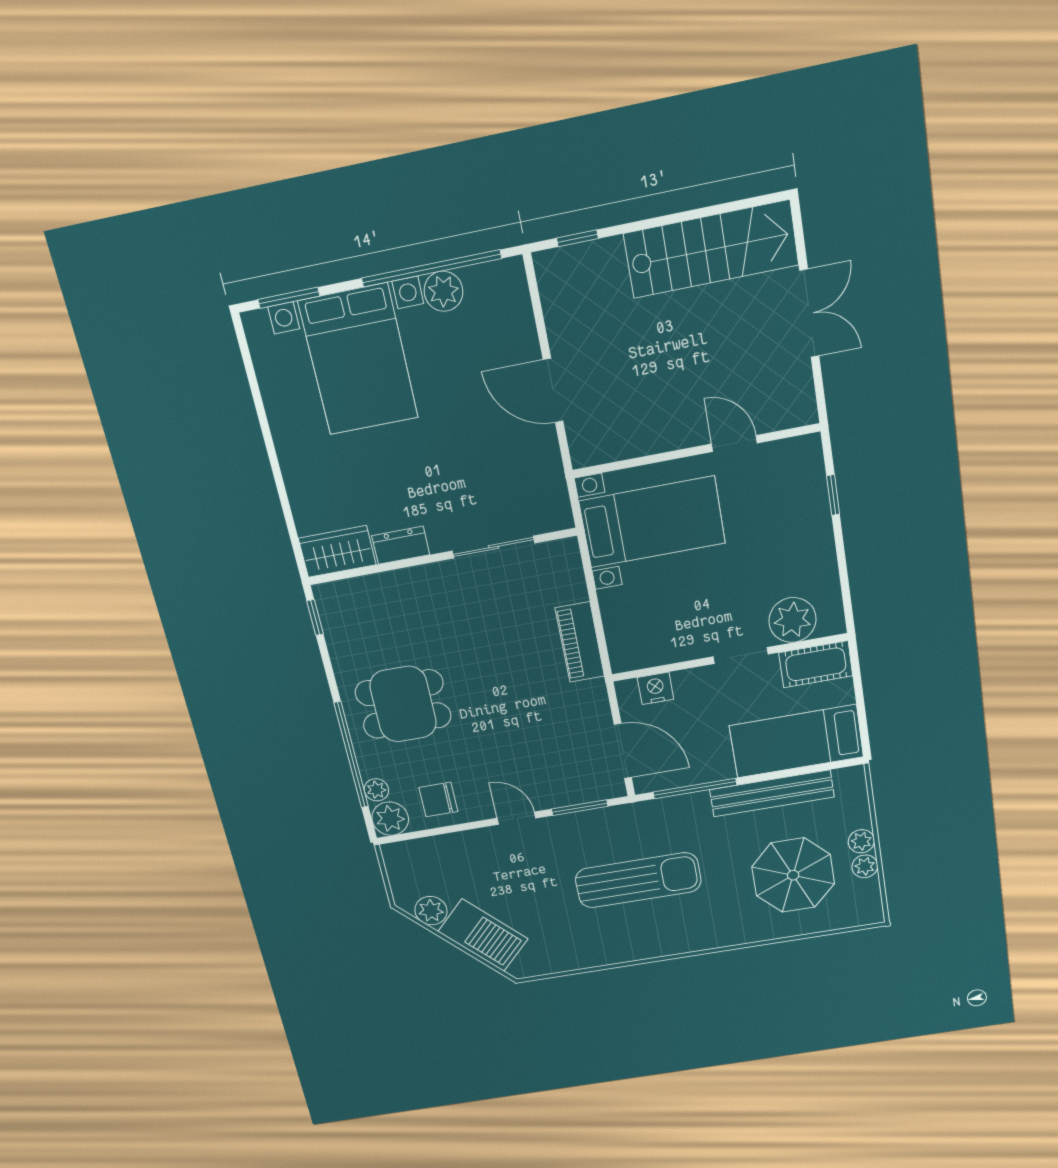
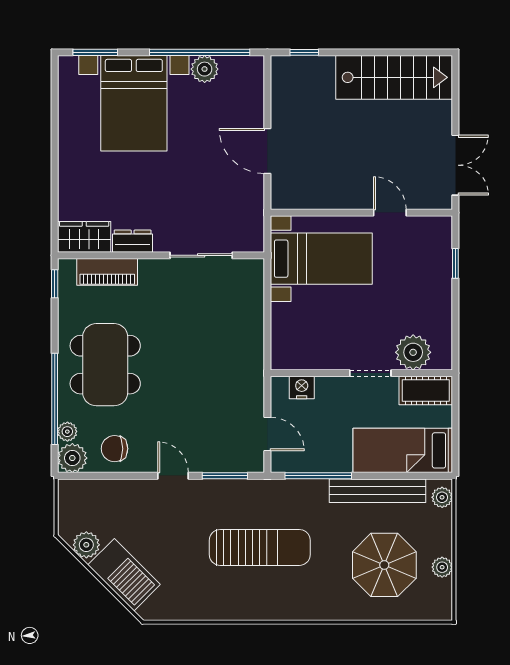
double door: (809, 313) -> (455, 165), moved
piano: (580, 642) -> (107, 272), moved, turned -90
dining table: (403, 704) -> (105, 365), width x1.38
door: (623, 751) -> (267, 434), width x0.73
plant: (861, 841) -> (442, 497), moved

